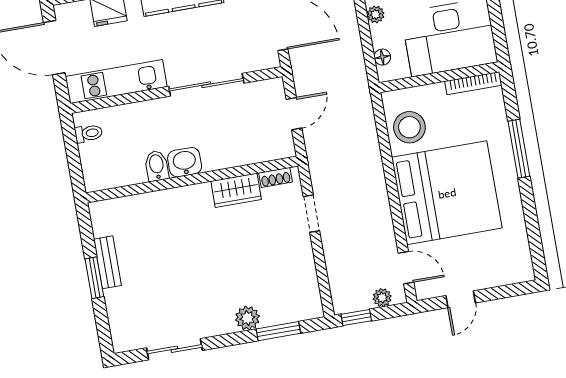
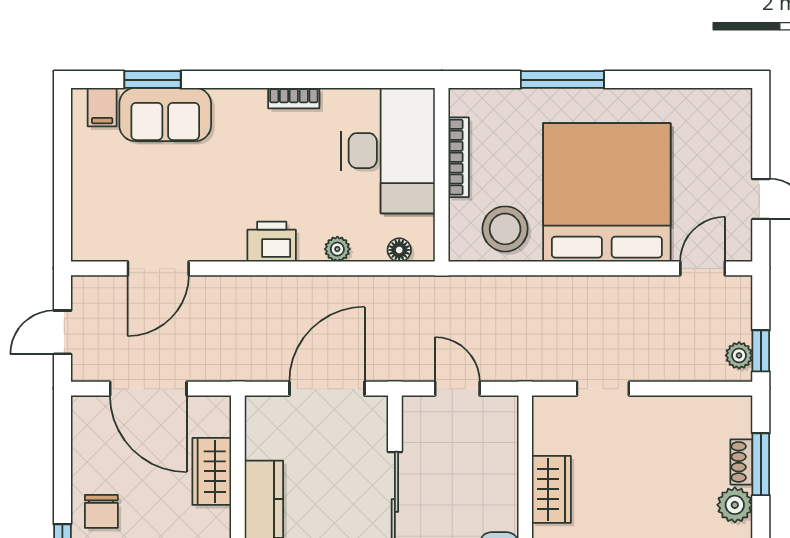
bookcase: (473, 83) -> (459, 157), moved
shoe rack: (276, 177) -> (741, 462), moved, turned 180
plant: (382, 298) -> (739, 355), moved

